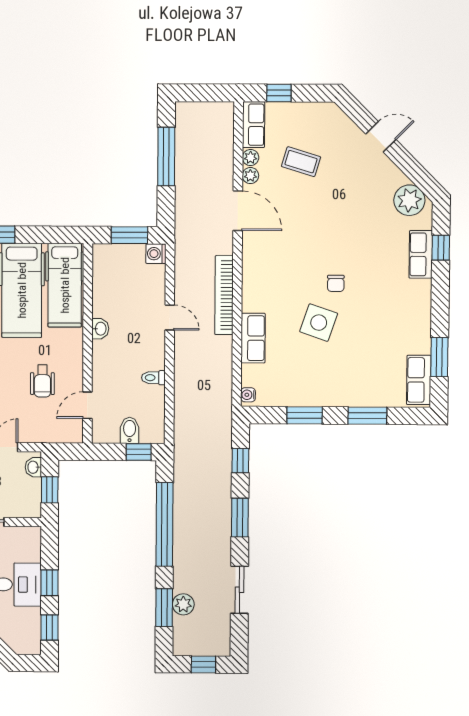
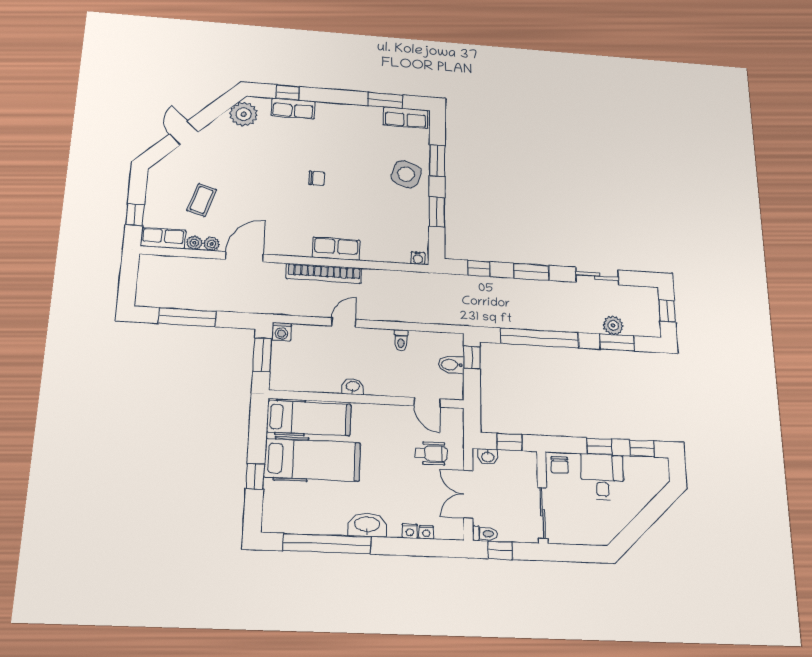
side table: (319, 323) -> (406, 174), moved
row of seats: (253, 338) -> (336, 249), moved
wheelchair: (42, 381) -> (431, 453), moved
chair: (28, 541) -> (559, 465), added

